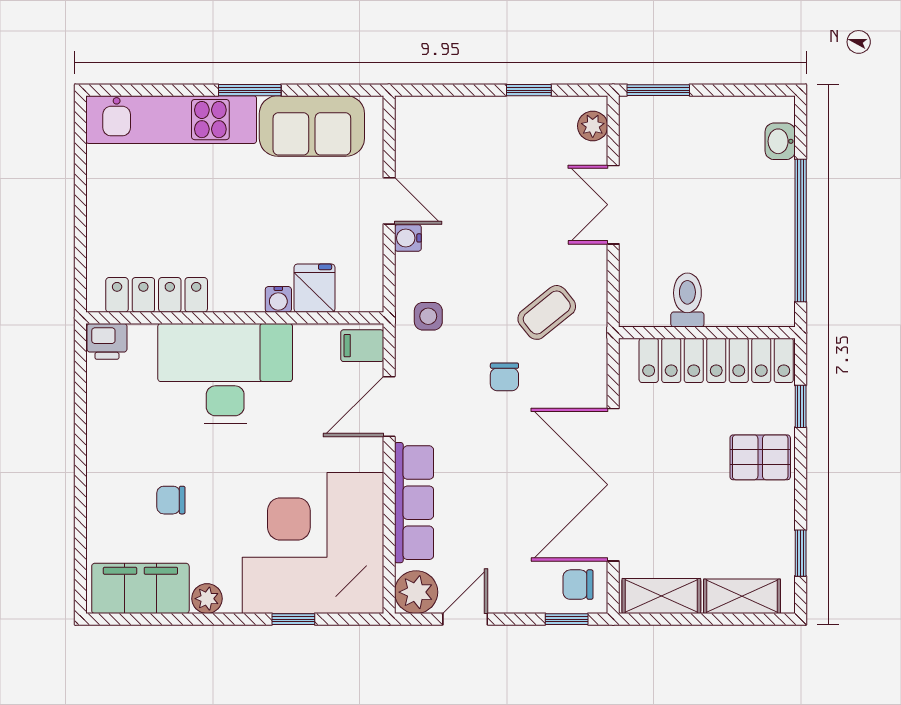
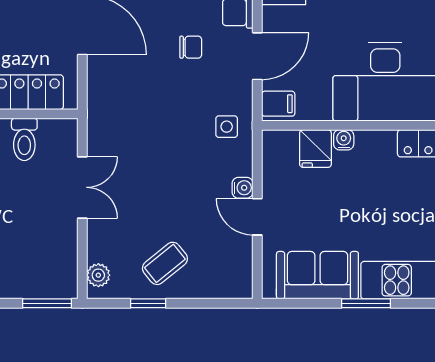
double door: (613, 205) -> (82, 187), moved
coffee table: (547, 312) -> (165, 263), moved
chair: (504, 377) -> (191, 47), moved, turned 90

